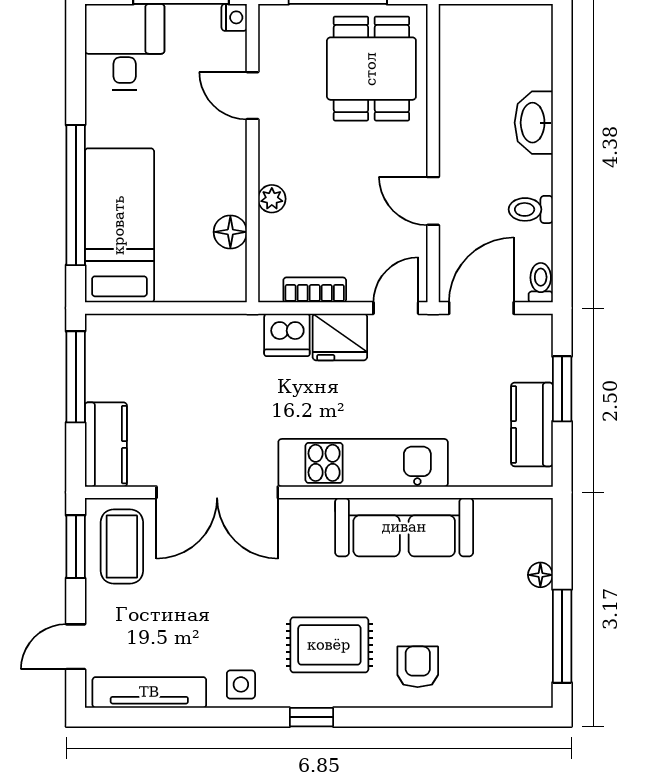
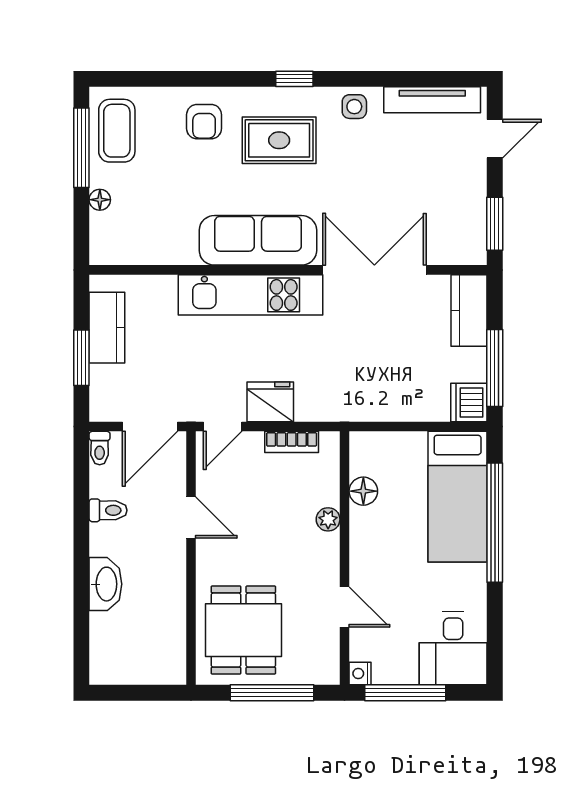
dishwasher: (287, 335) -> (469, 403), moved, turned -90
sofa: (404, 527) -> (258, 240), moved
coffee table: (122, 547) -> (117, 131), moved

